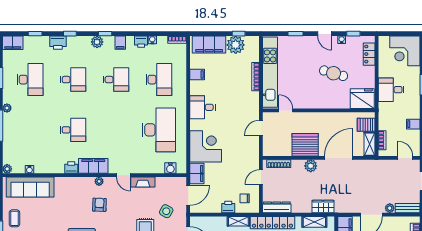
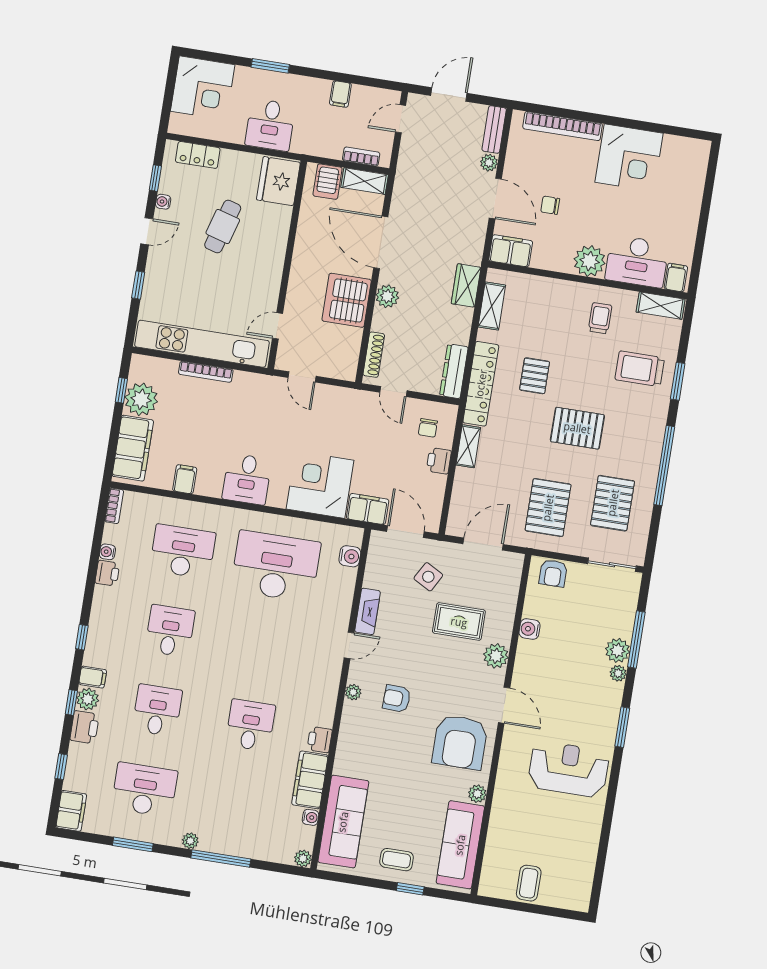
plant: (97, 42) -> (88, 699), moved
filing cabinet: (120, 43) -> (93, 677), moved
filing cabinet: (93, 166) -> (310, 780), moved

